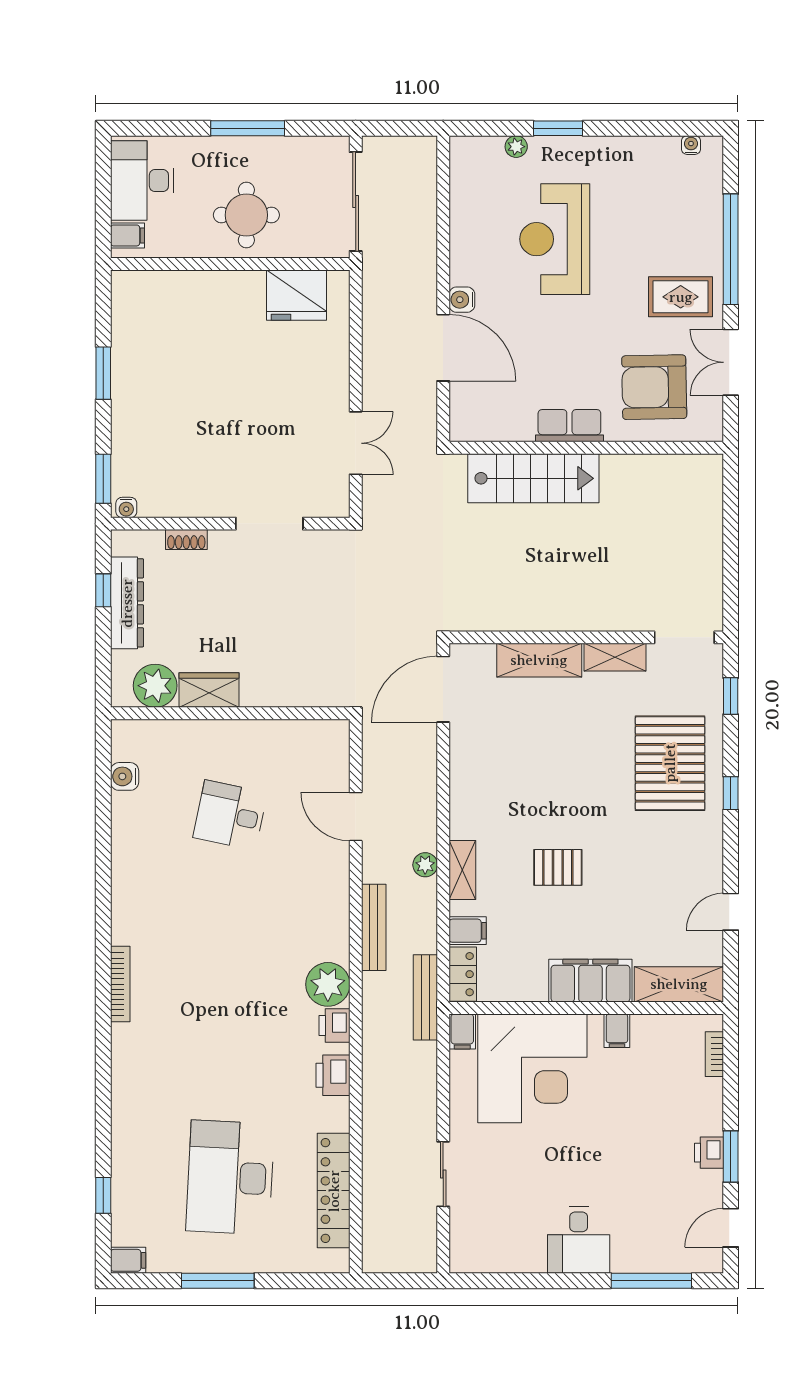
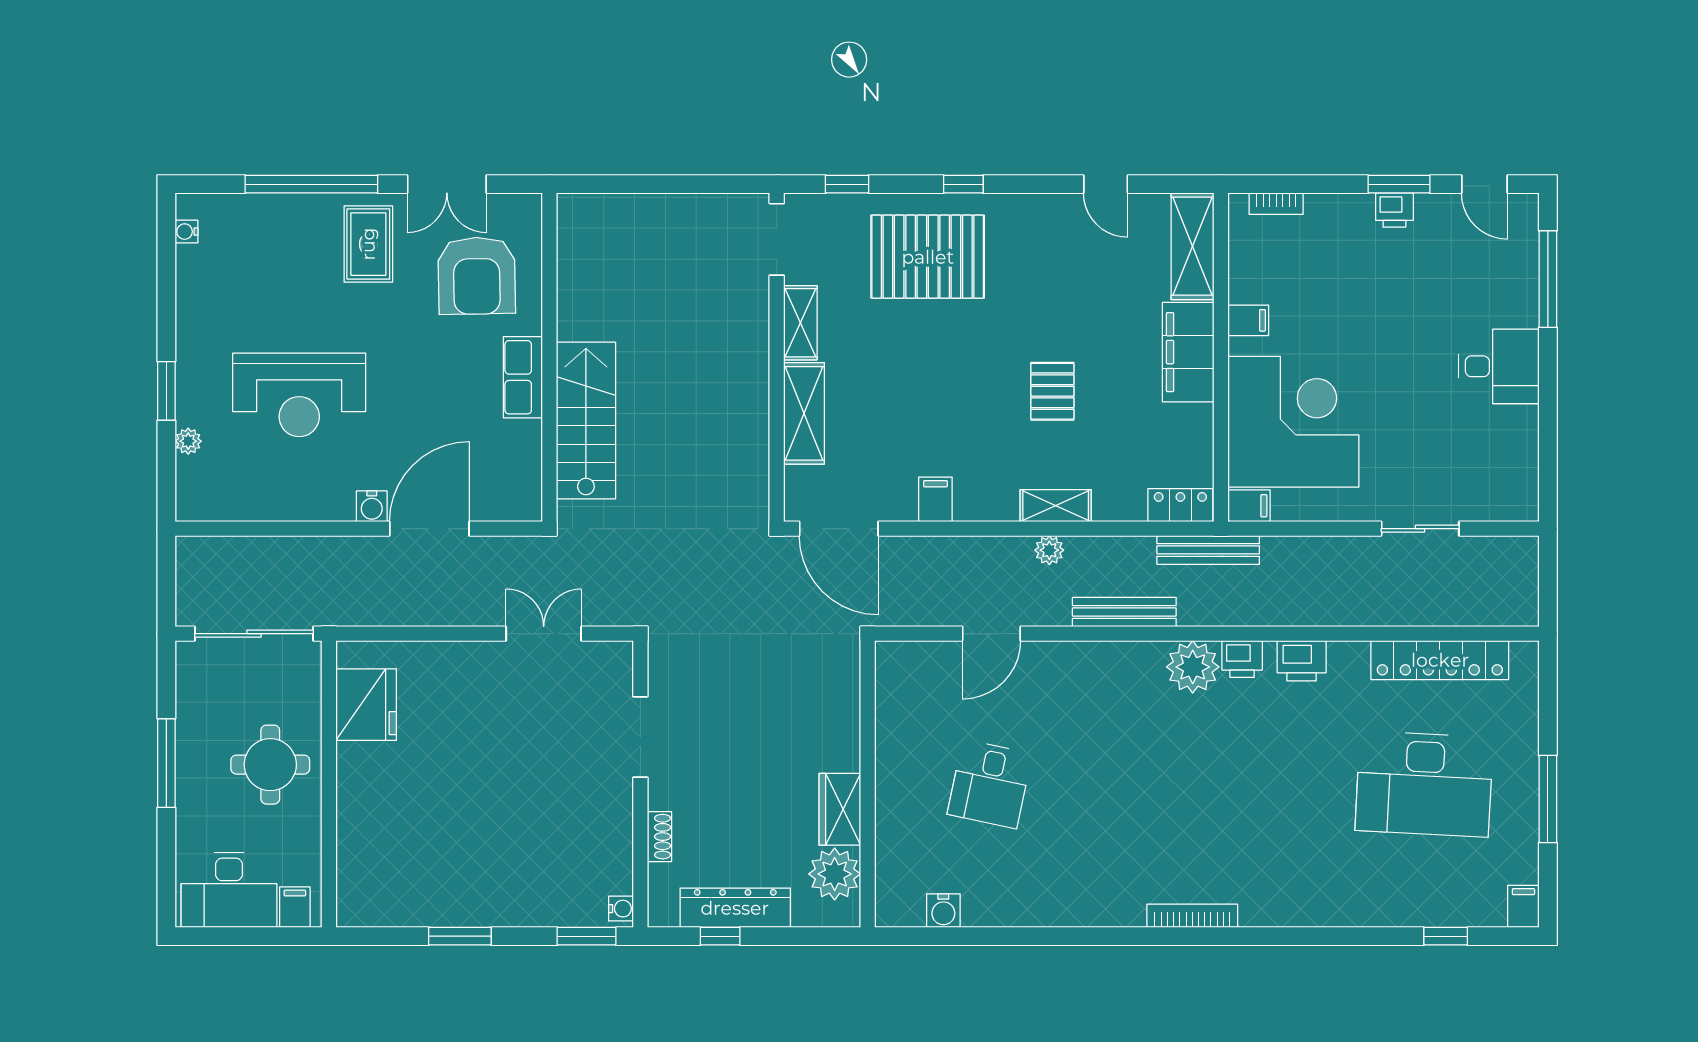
filing cabinet: (468, 931) -> (935, 499), moved

